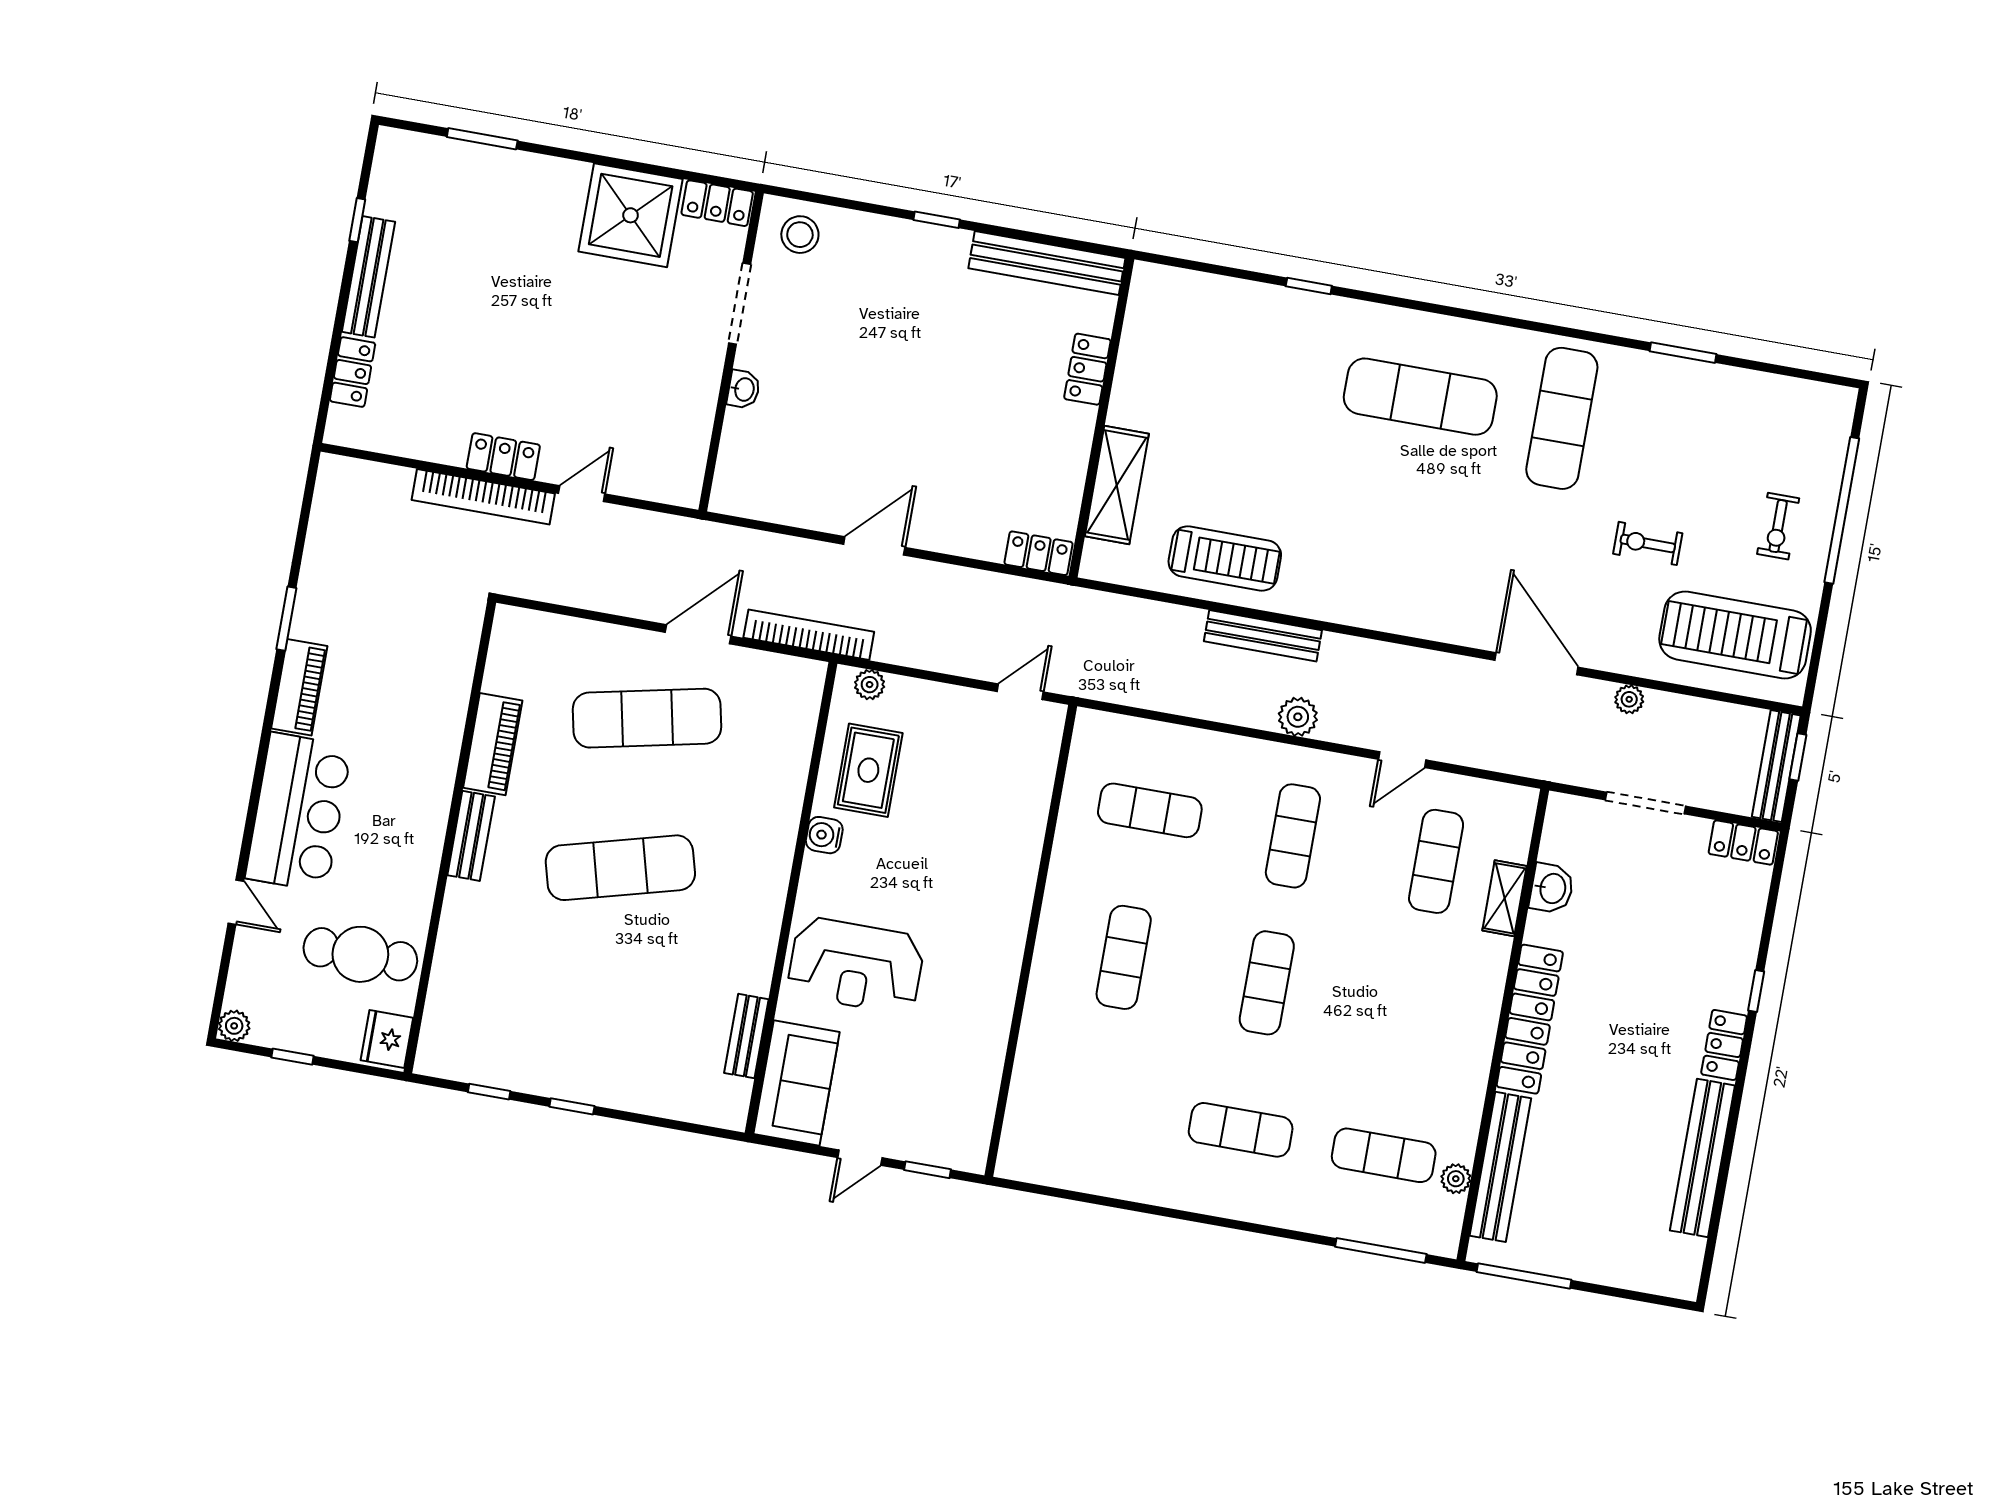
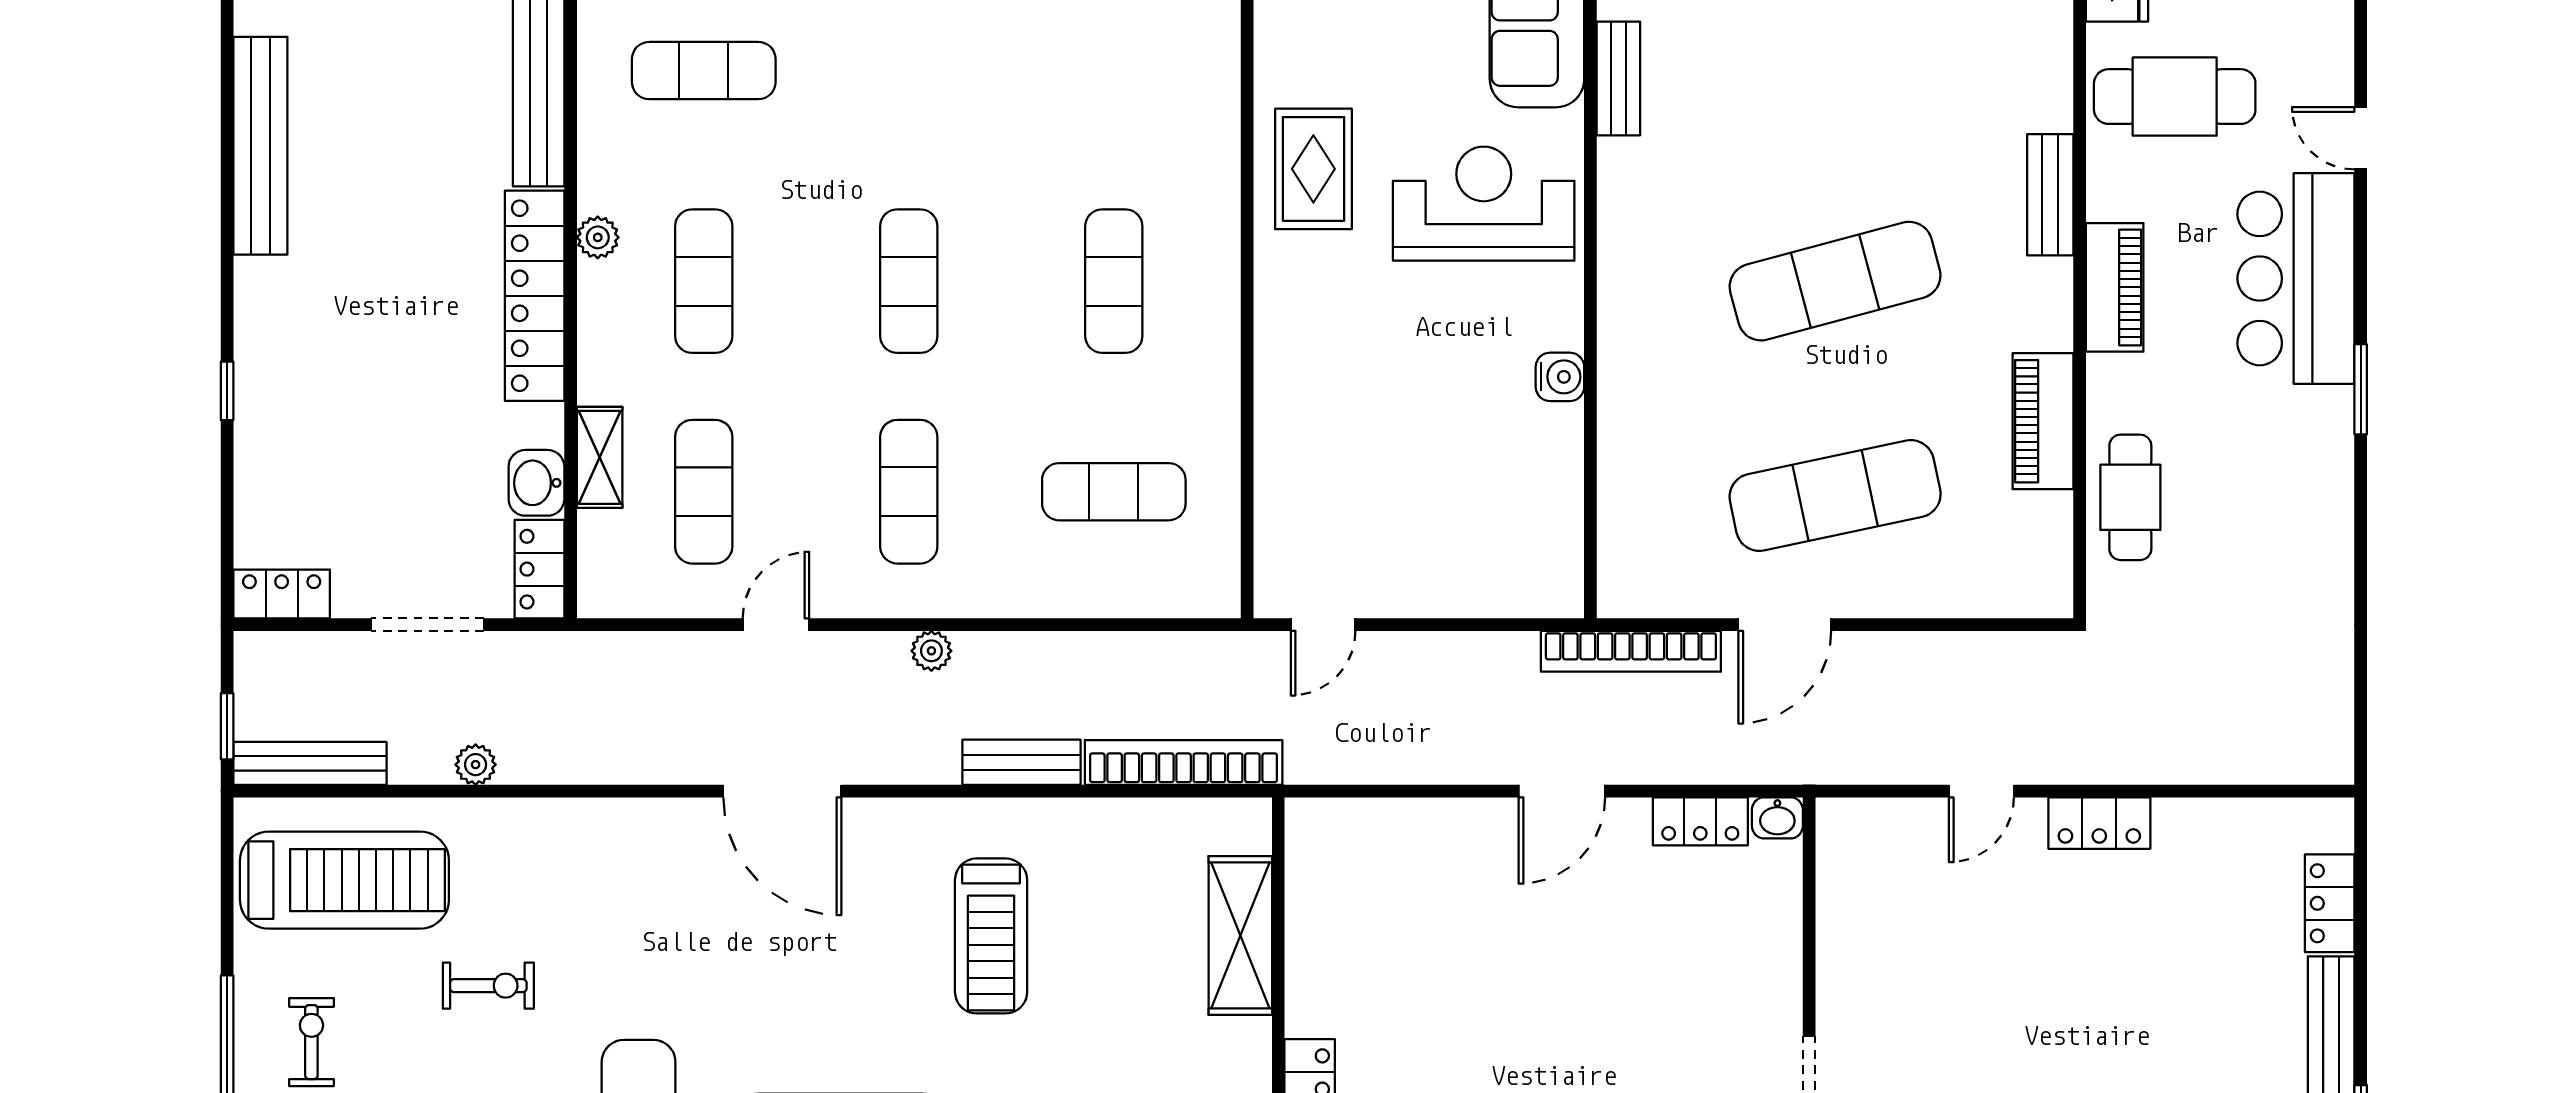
washbasin: (744, 389) -> (1777, 818), moved, turned -90
bookcase: (483, 497) -> (1184, 762), moved
locker: (1039, 553) -> (1700, 821), moved
treadmill: (1225, 558) -> (991, 936), moved, turned -90
window: (286, 619) -> (2361, 389), moved
bench: (1263, 636) -> (1021, 762), width x0.73
door: (1537, 664) -> (782, 791), moved
cafe table: (441, 680) -> (2130, 497), added
plant: (870, 685) -> (1534, 597), removed
piano: (299, 687) -> (2115, 287), moved, turned 180
plant: (1298, 717) -> (931, 651), width x0.73, depth x0.73
bench: (1776, 766) -> (310, 763), moved, turned 90
rug: (868, 770) -> (1313, 169), moved
bench: (471, 836) -> (2050, 195), moved
locker: (1724, 1045) -> (539, 569), moved, turned 180
exercise mat: (1241, 1130) -> (704, 281), moved, turned 90
plant: (1456, 1179) -> (598, 237), moved

